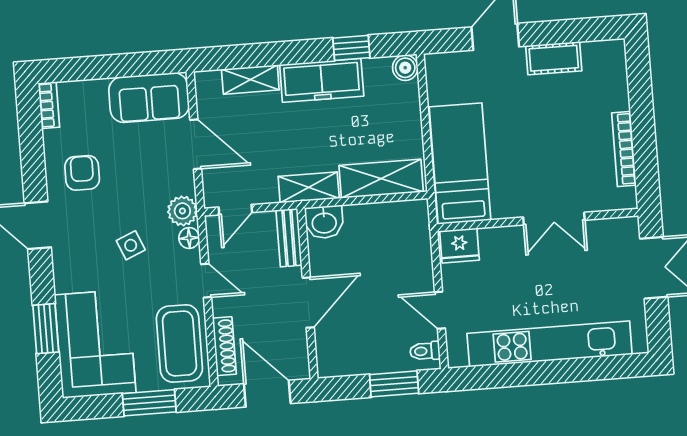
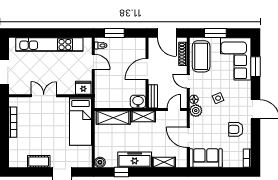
armchair: (82, 173) -> (236, 129), turned 90

